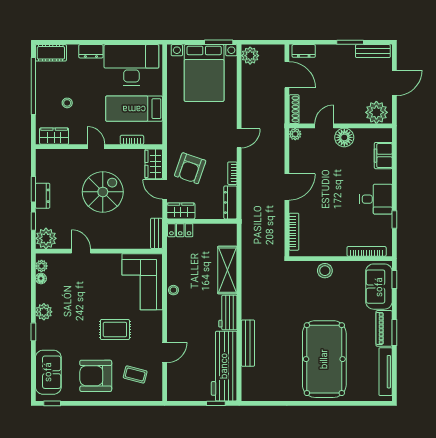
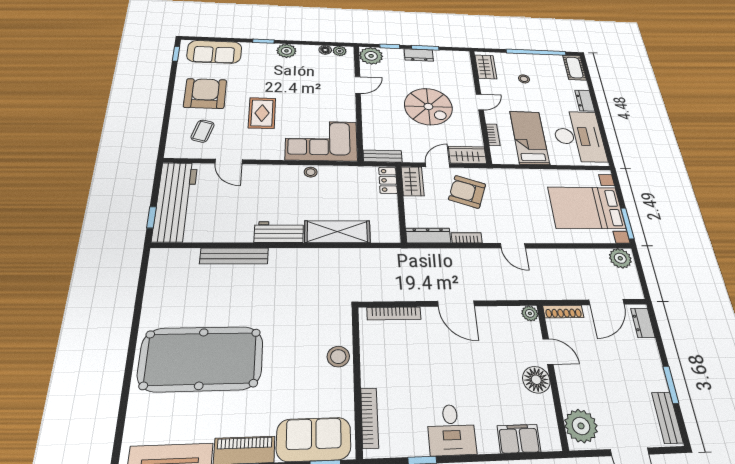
workbench: (224, 366) -> (175, 201), moved, turned 90

